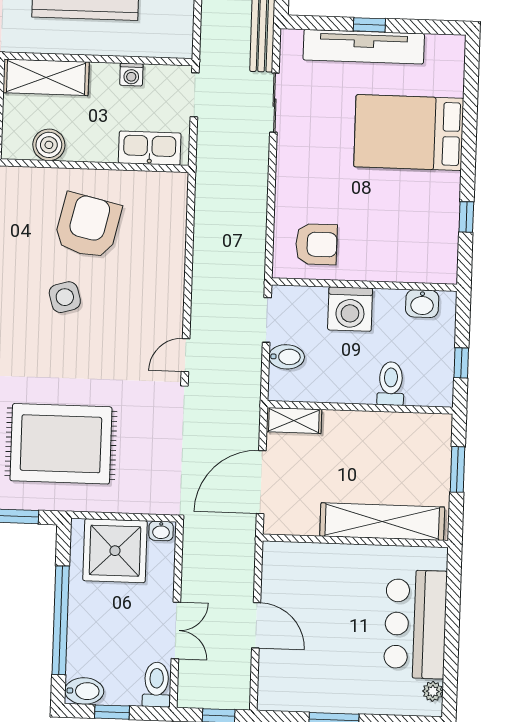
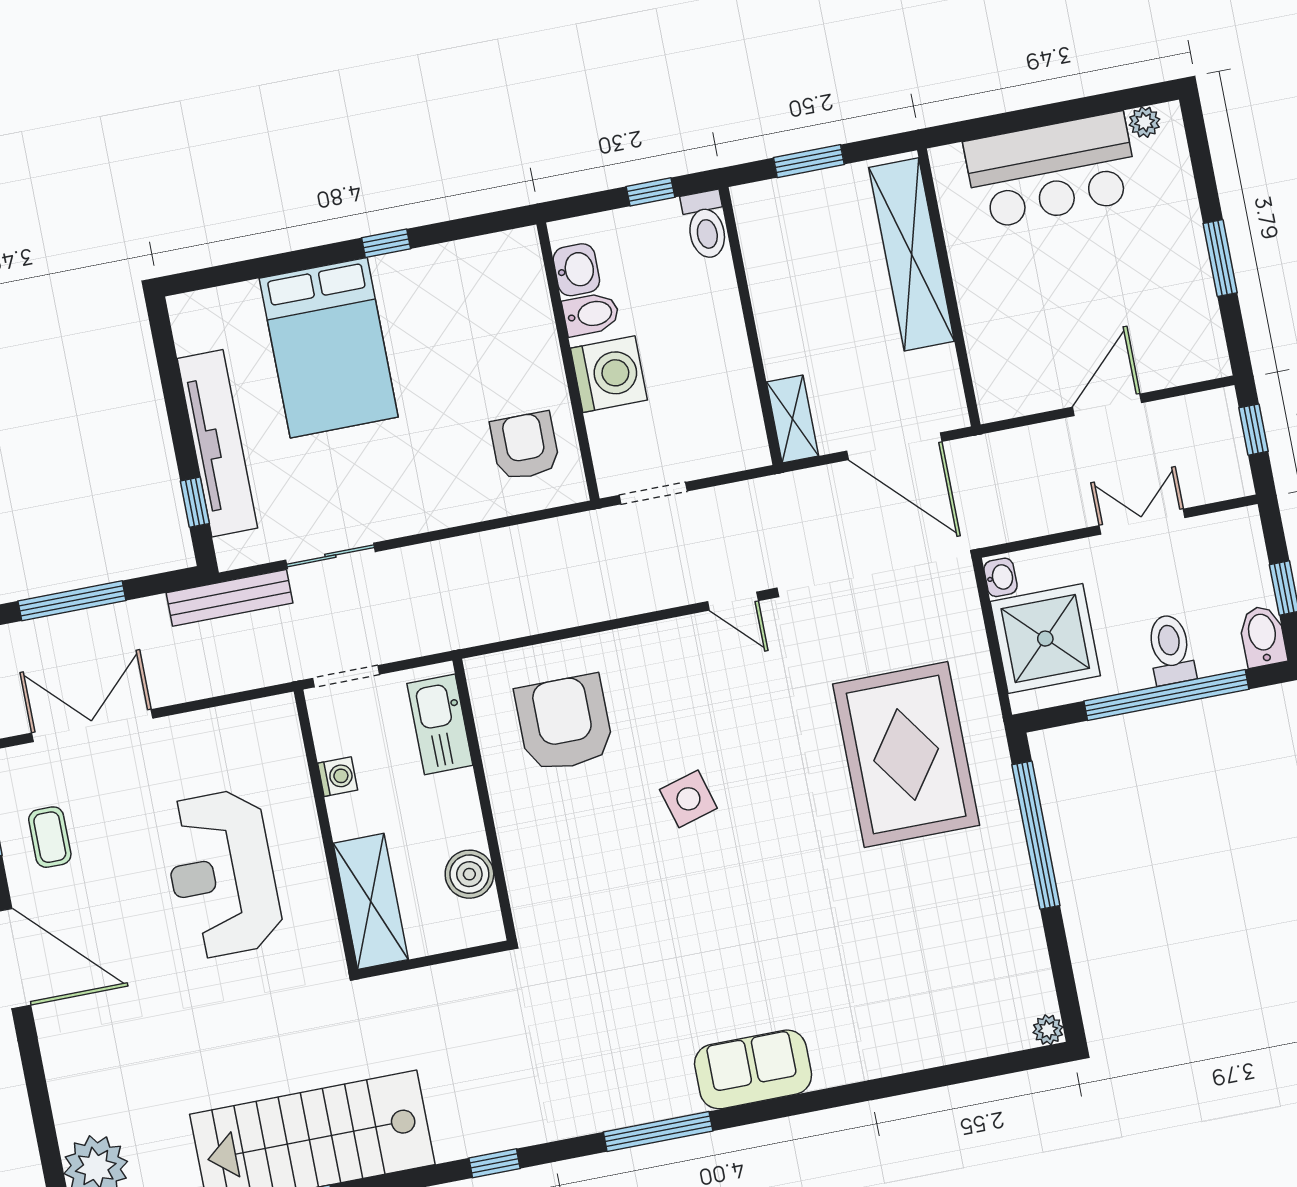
window: (369, 25) -> (195, 502), moved
window: (466, 217) -> (386, 243), moved
armchair: (88, 226) -> (564, 723), moved, turned 77
bidet: (287, 357) -> (591, 314), moved, turned 90
toilet: (391, 383) -> (706, 225), moved, turned -90
toilet: (156, 685) -> (1171, 649), moved, turned 90

